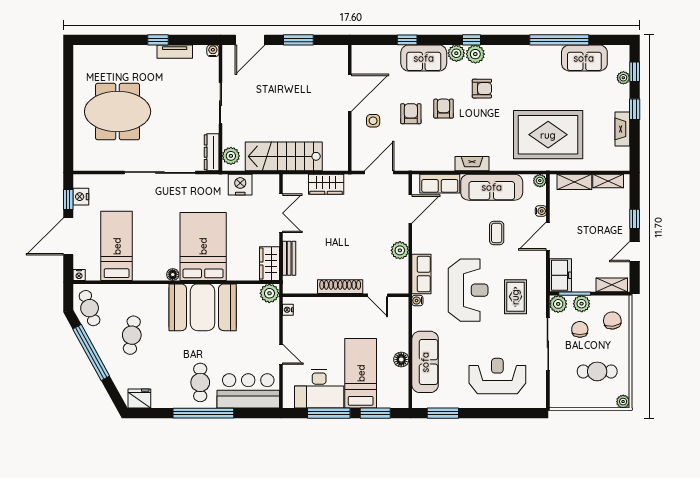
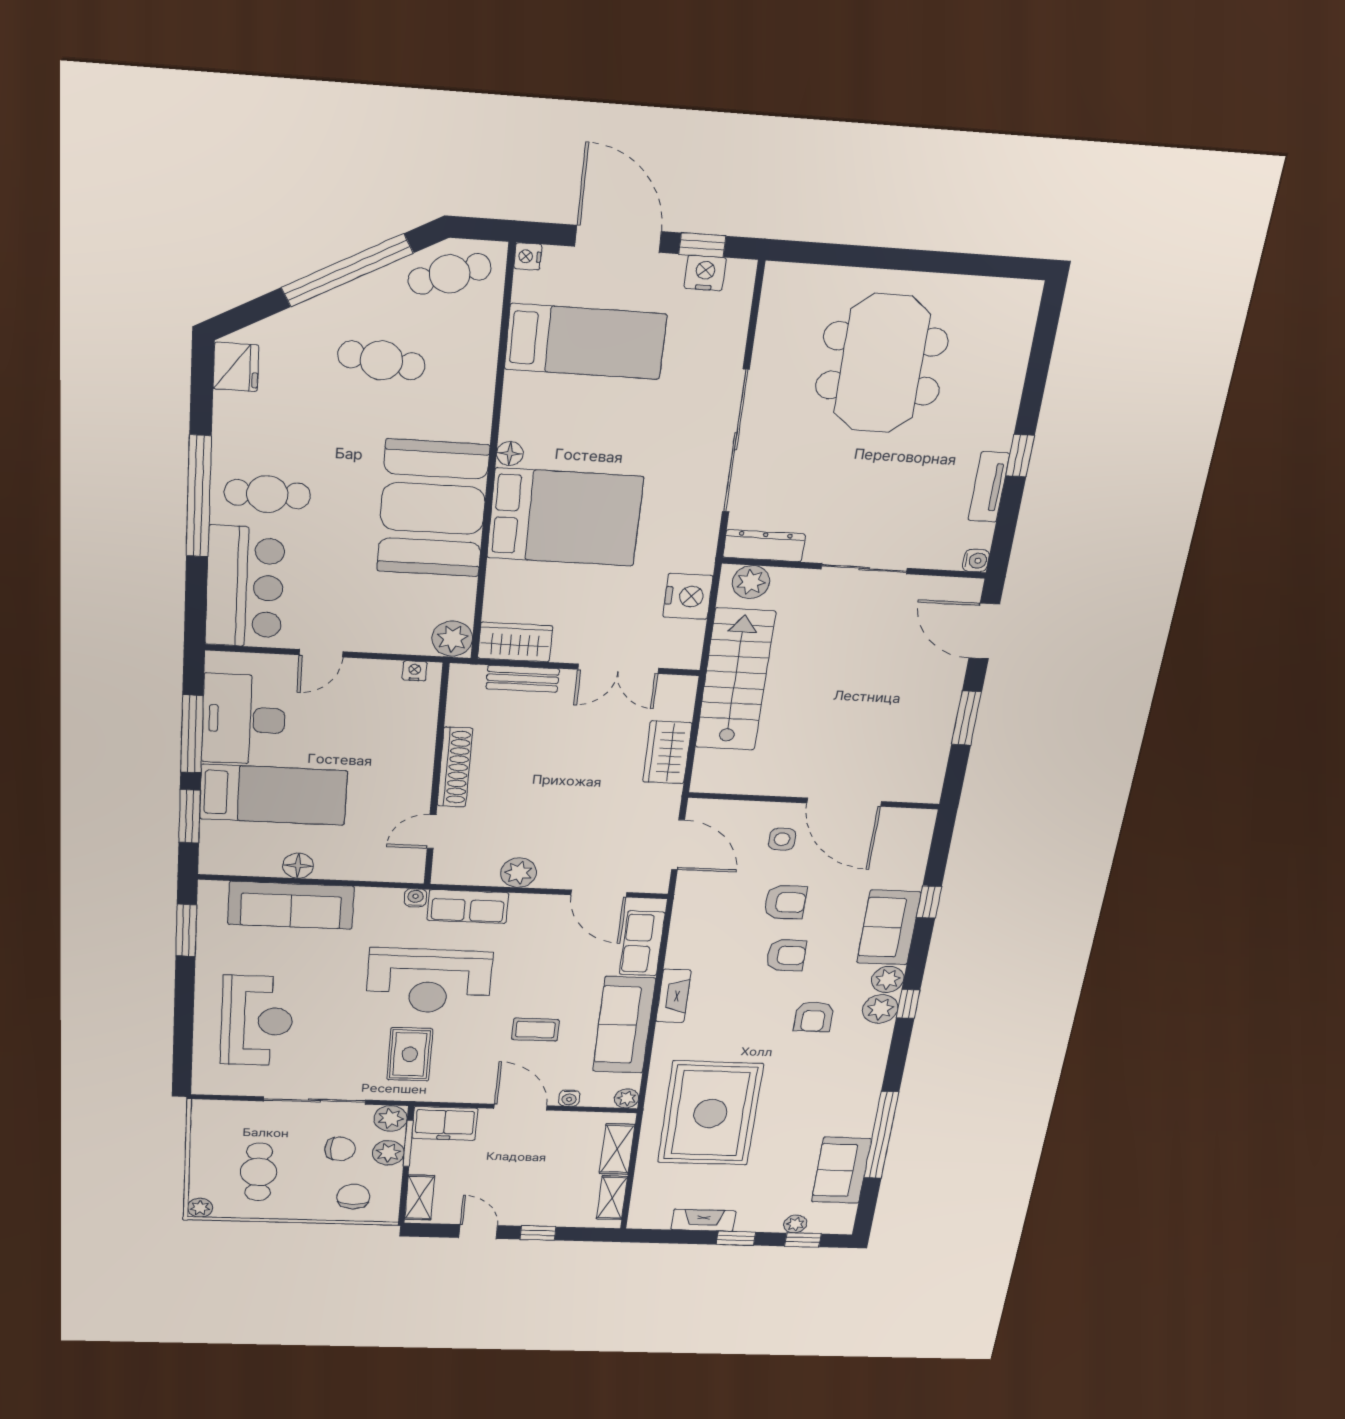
rug: (515, 297) -> (410, 1054), turned 90
chair: (612, 320) -> (353, 1197), turned -83

